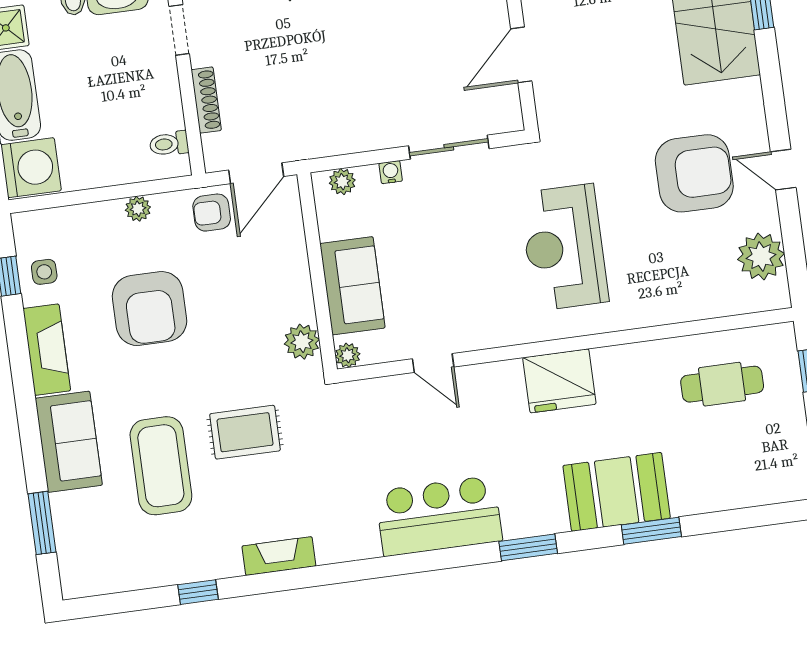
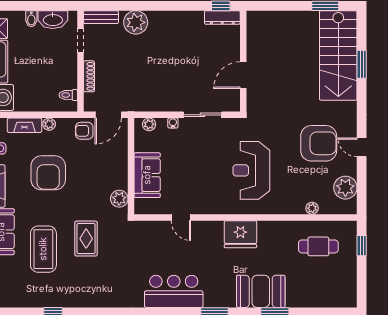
plant: (348, 355) -> (312, 208), moved
rug: (245, 432) -> (86, 239), turned 90
fireplace: (279, 556) -> (24, 125), moved, turned 180

